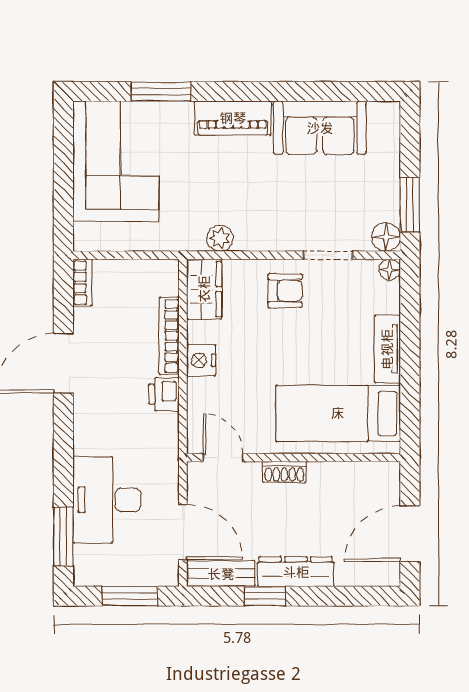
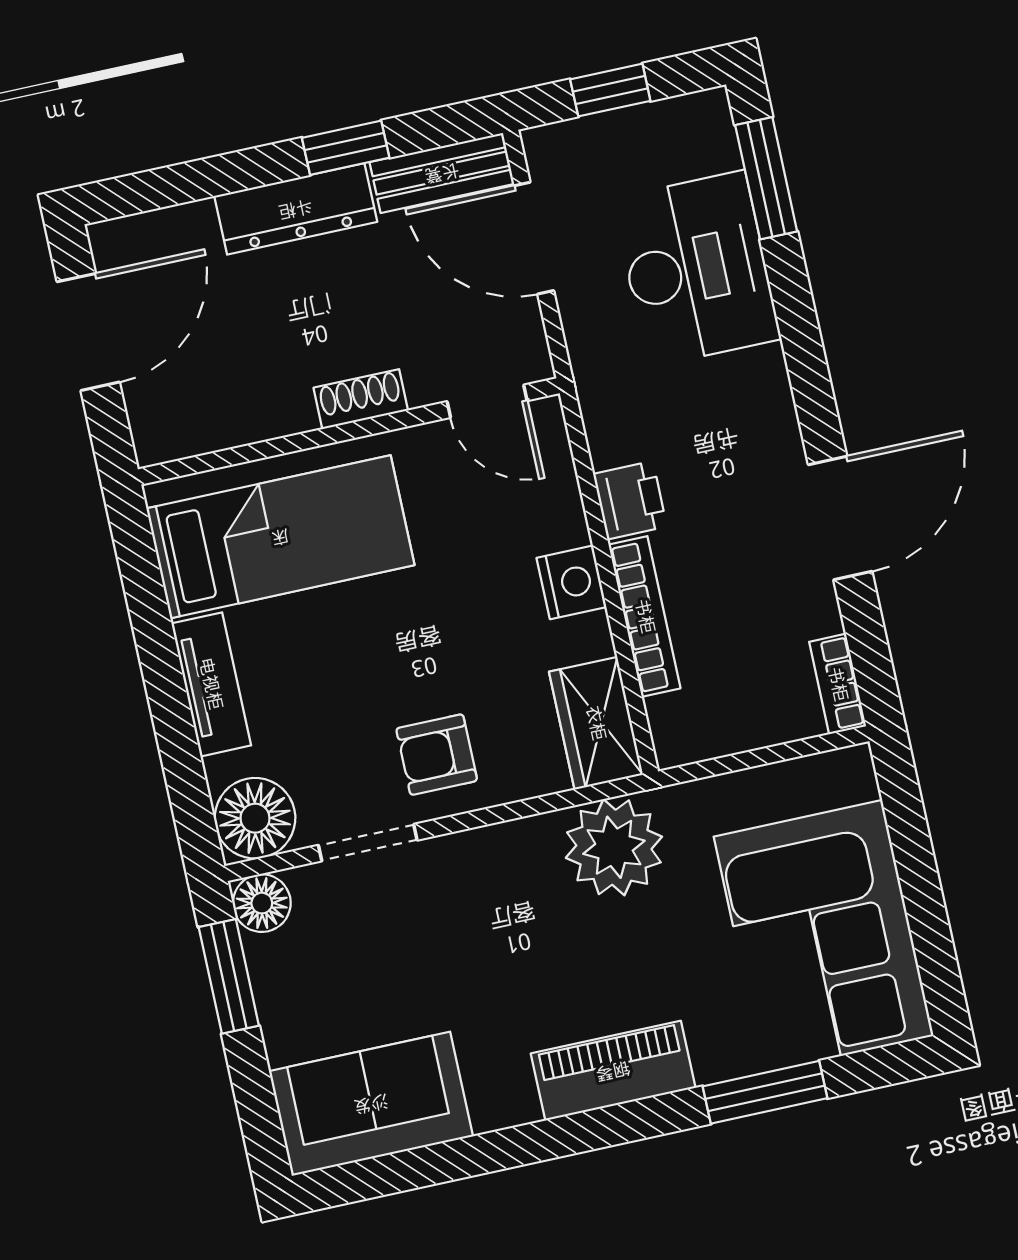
sofa: (320, 128) -> (371, 1104), moved
plant: (220, 238) -> (614, 847), width x1.88, depth x1.88
floor lamp: (390, 270) -> (255, 818), width x1.89, depth x1.89
window: (130, 596) -> (610, 90), width x0.67

